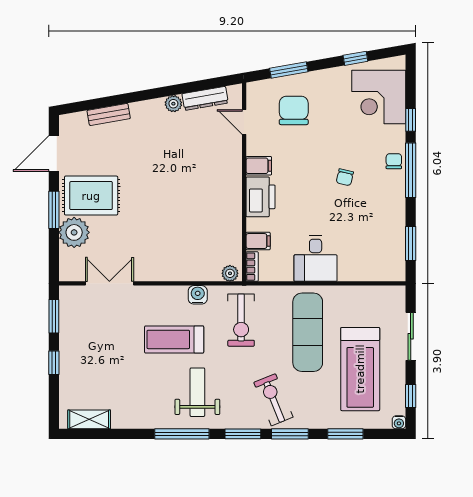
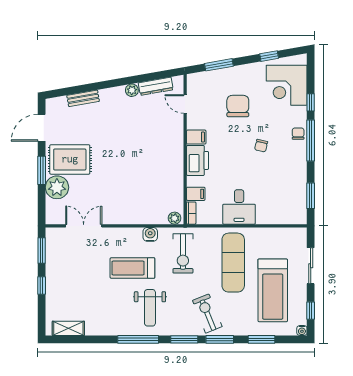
chair: (294, 110) -> (238, 106), moved
weight bench: (197, 392) -> (150, 308), turned 180

